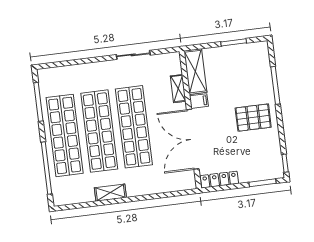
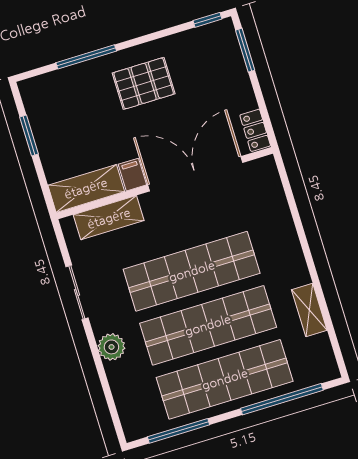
plant: (96, 70) -> (111, 347), added
shelving: (178, 89) -> (109, 218), width x1.50, depth x1.33
pallet: (253, 118) -> (144, 83), turned 90
double door: (193, 139) -> (195, 174), swing flipped
locker: (219, 180) -> (255, 130), width x0.66
shelving: (110, 193) -> (309, 310), moved

